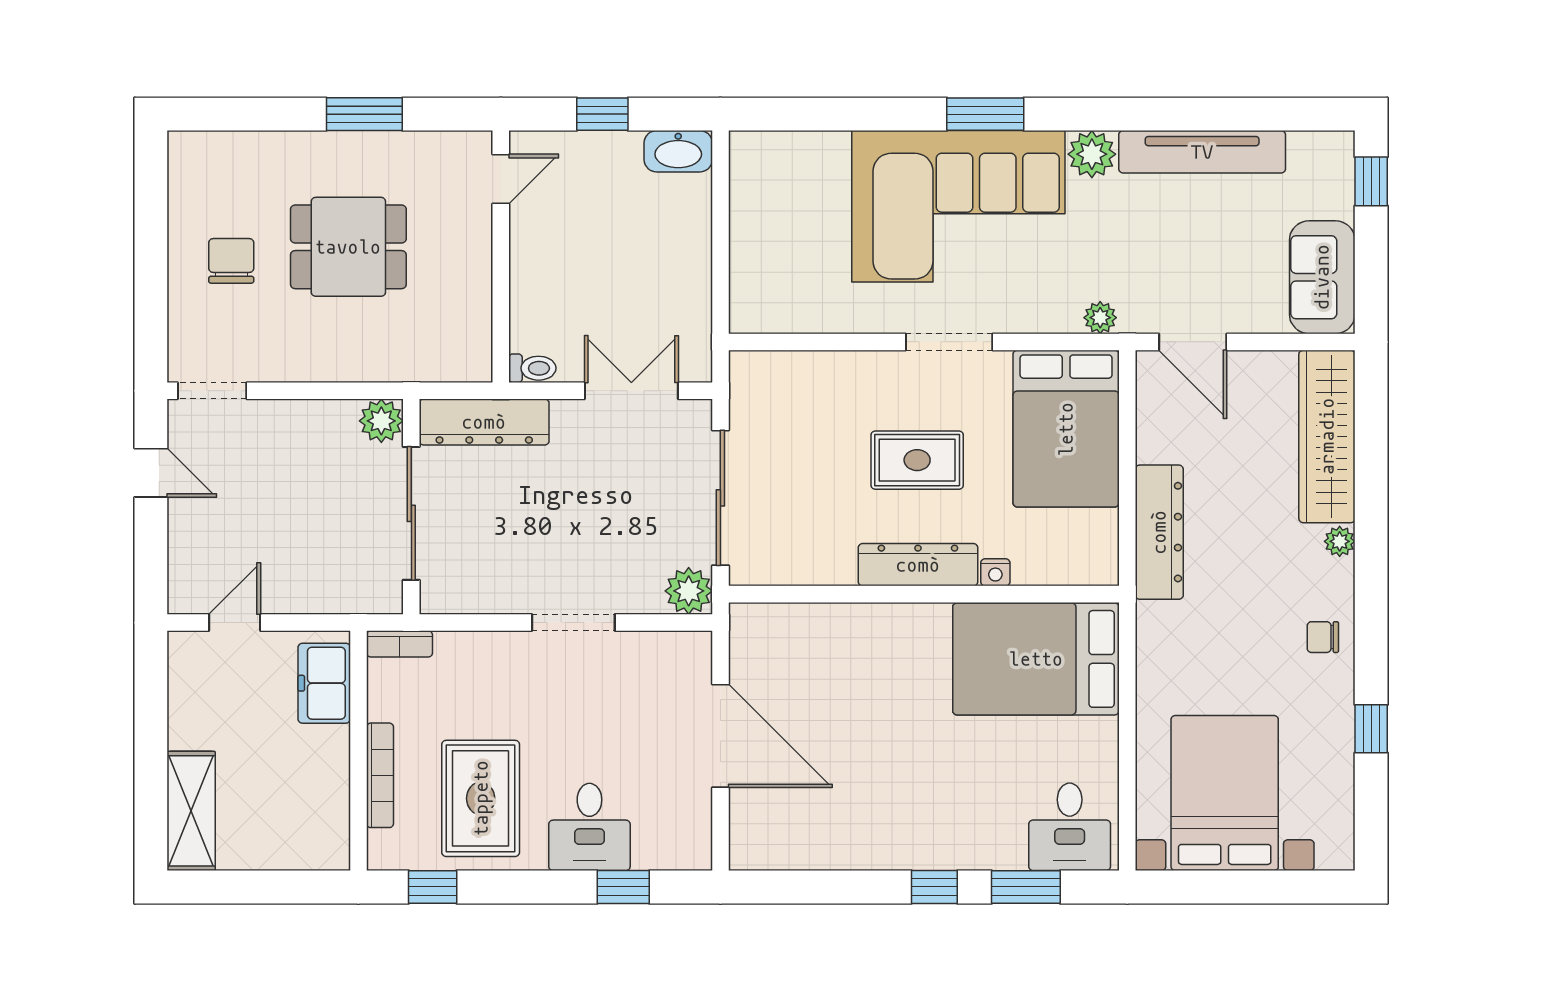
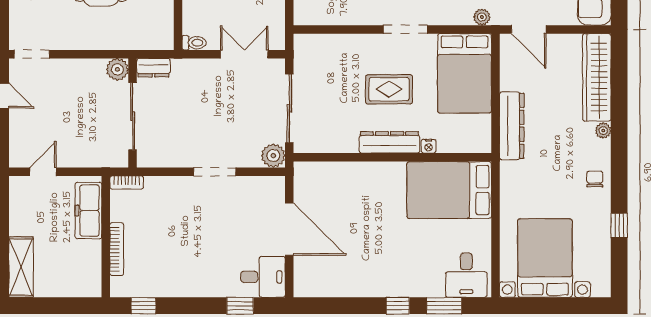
dresser: (484, 422) -> (153, 68), width x0.51, depth x0.80
chair: (1323, 637) -> (595, 179), turned 90
freezer: (324, 683) -> (88, 211), width x1.40
rug: (481, 798) -> (168, 261), removed
desk: (589, 827) -> (263, 277), moved, turned -90

